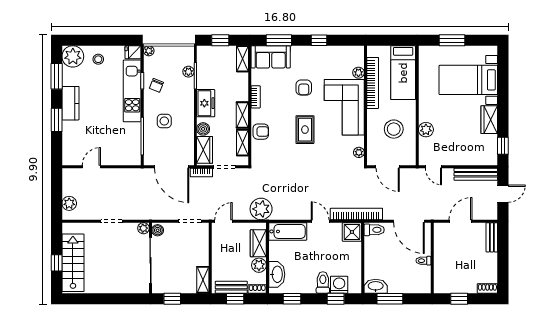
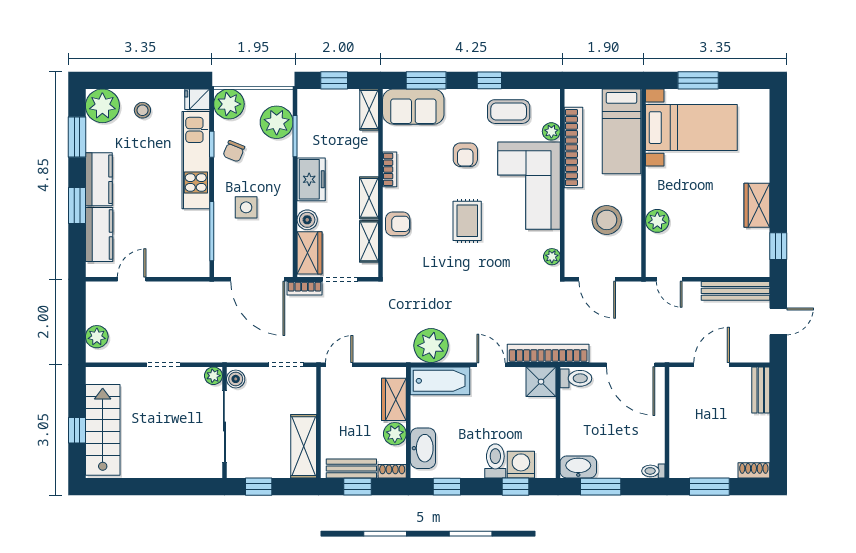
plant: (149, 51) -> (229, 104), width x1.88, depth x1.88
coffee table: (331, 60) -> (509, 112), added
plant: (188, 72) -> (277, 122), width x1.88, depth x1.88
bed with nightstands: (468, 80) -> (691, 128), moved, turned 180
kitchen counter: (71, 138) -> (99, 235), added
plant: (261, 209) -> (431, 346), moved
toilet: (423, 261) -> (653, 471), moved
shelving: (203, 280) -> (304, 446), width x1.50, depth x1.33
window: (459, 299) -> (709, 487), width x1.50

